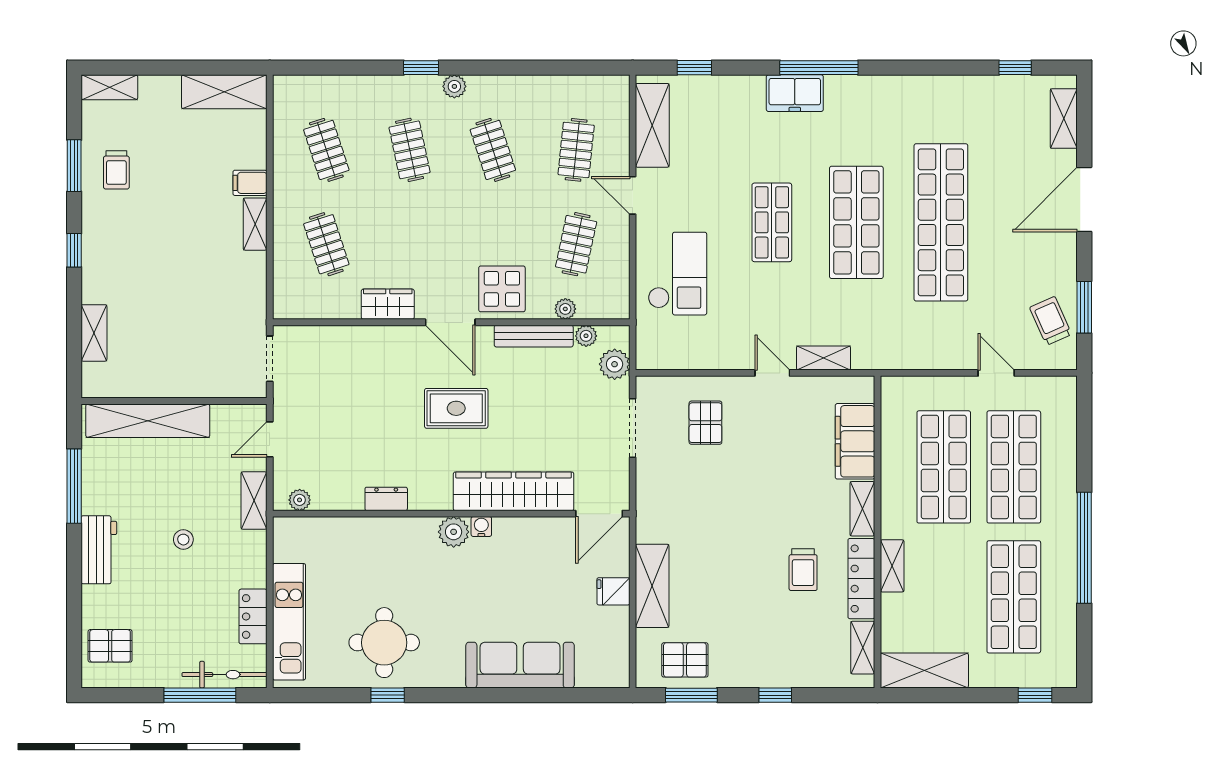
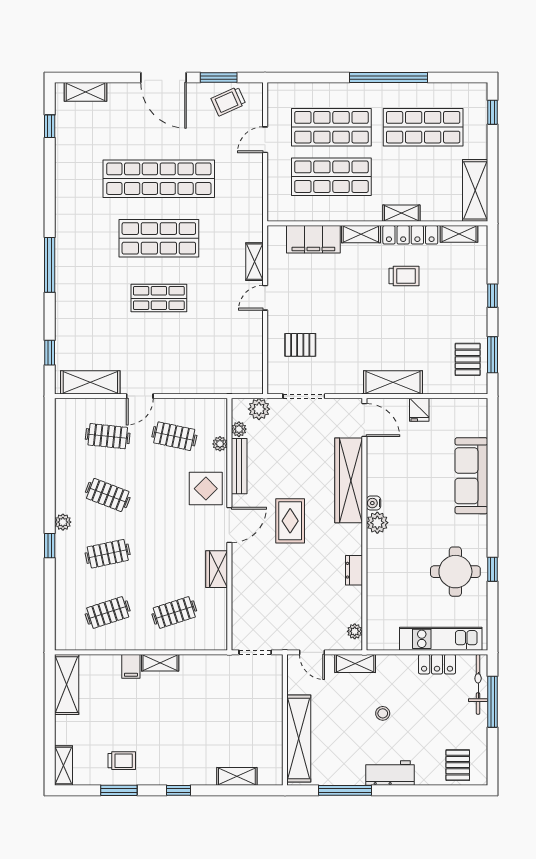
freezer: (795, 93) -> (68, 282), removed
clothes rail: (493, 150) -> (108, 495), turned 39
door: (1084, 199) -> (163, 77), moved
checkout: (677, 274) -> (195, 365), removed
shelving: (652, 586) -> (393, 382), moved

